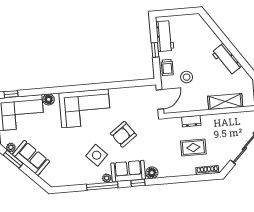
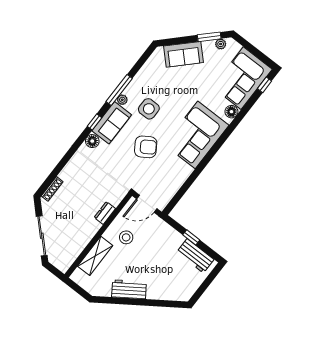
trolley: (167, 67) -> (167, 234), removed
stool: (187, 77) -> (126, 237), moved
door: (160, 99) -> (147, 204), hinge flipped
armchair: (123, 134) -> (146, 147), turned 93
rug: (193, 148) -> (81, 195), removed
side table: (97, 155) -> (149, 109), turned 45
sofa: (31, 158) -> (183, 54), moved

